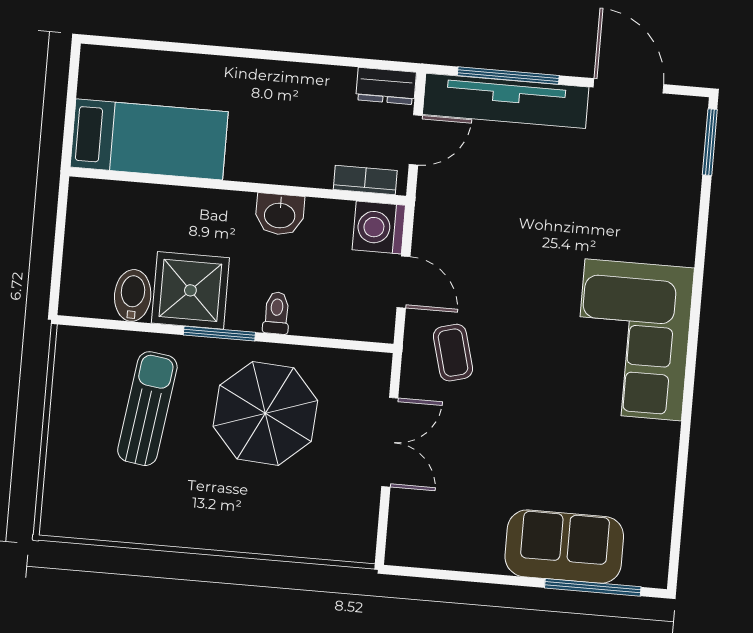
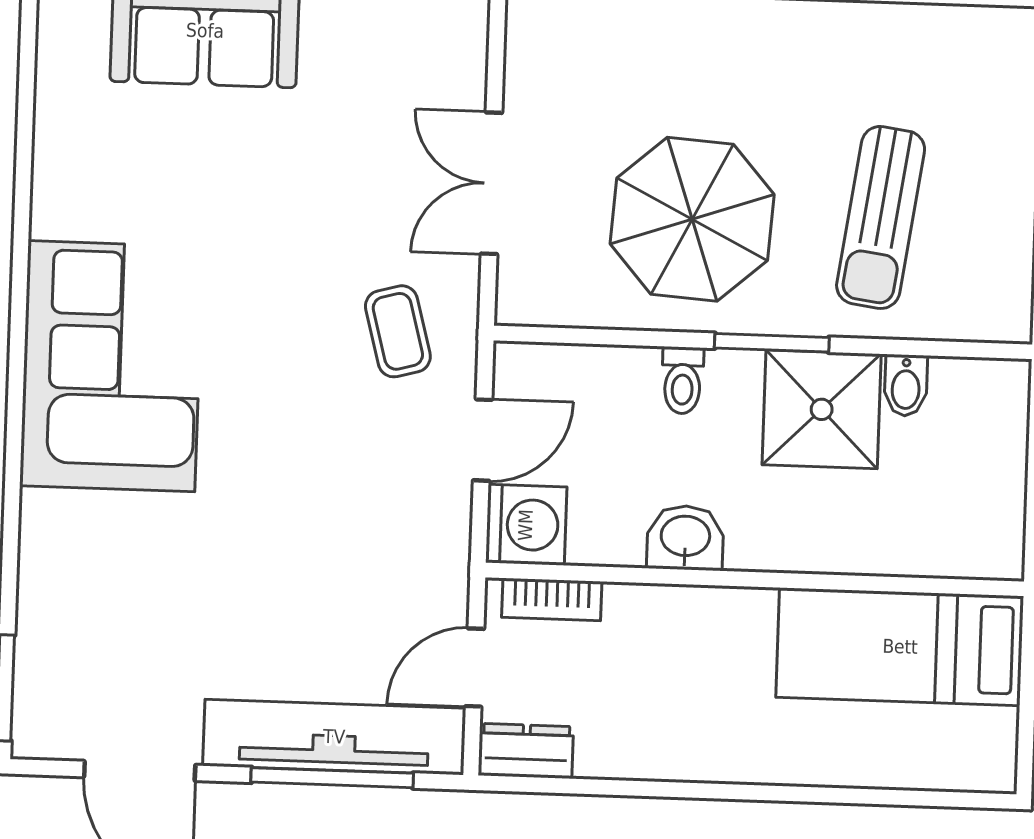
door: (403, 282) -> (483, 440), swing flipped
bidet: (133, 295) -> (906, 385), width x0.72, depth x0.74

